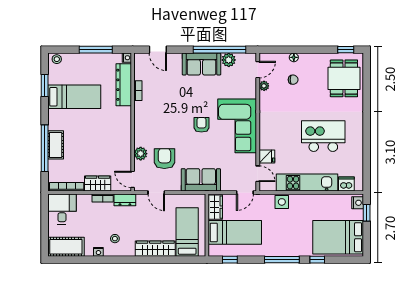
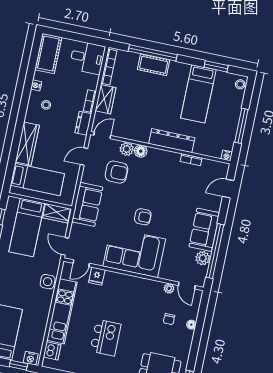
dresser: (124, 85) -> (172, 141), moved
kitchen island: (323, 136) -> (105, 338), width x0.73, depth x0.78
floor lamp: (140, 140) -> (141, 151), added

